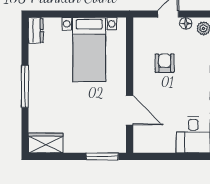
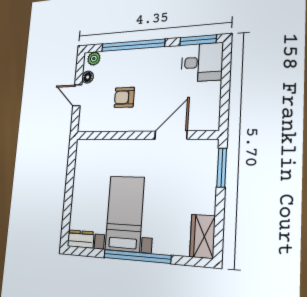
bed with nightstands: (89, 50) -> (125, 213), moved, turned -90
window: (25, 86) -> (137, 256), width x1.46

